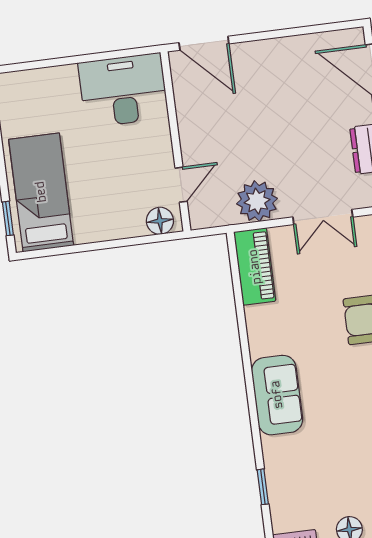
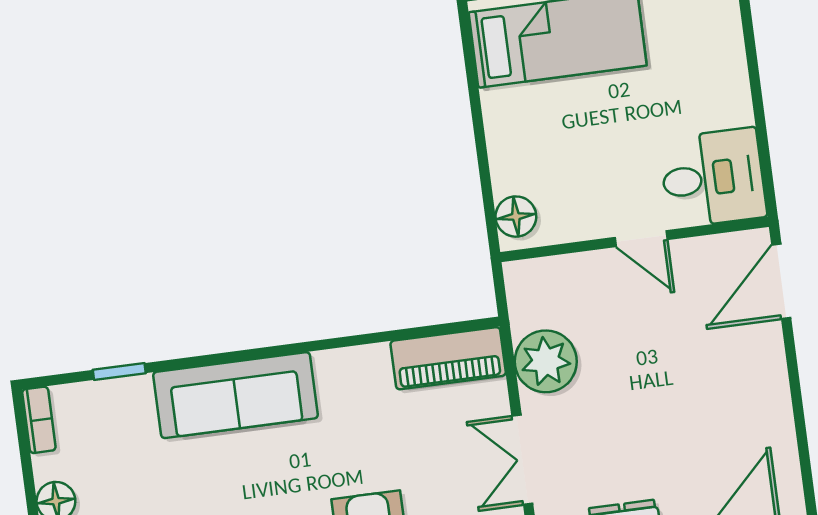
desk: (123, 90) -> (713, 178), width x0.73
door: (181, 185) -> (641, 239), moved
sofa: (277, 395) -> (236, 395), width x1.36

